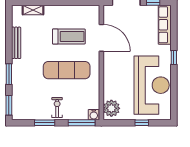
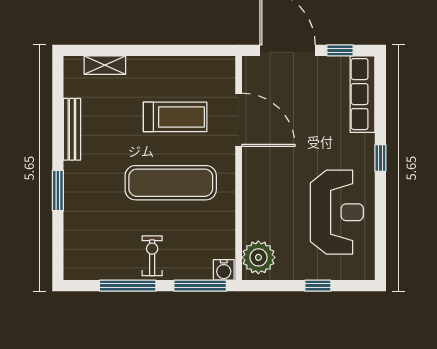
reception desk: (152, 85) -> (337, 212), width x0.74, depth x0.77
window: (9, 105) -> (58, 251), removed
window: (45, 123) -> (128, 286), width x1.44

